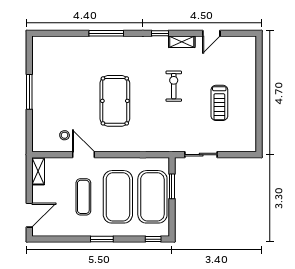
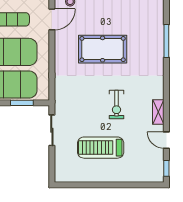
window: (160, 33) -> (166, 168), moved
exercise bike: (174, 86) -> (116, 105), turned 90
treadmill: (219, 103) -> (101, 148), width x1.37, depth x1.38

